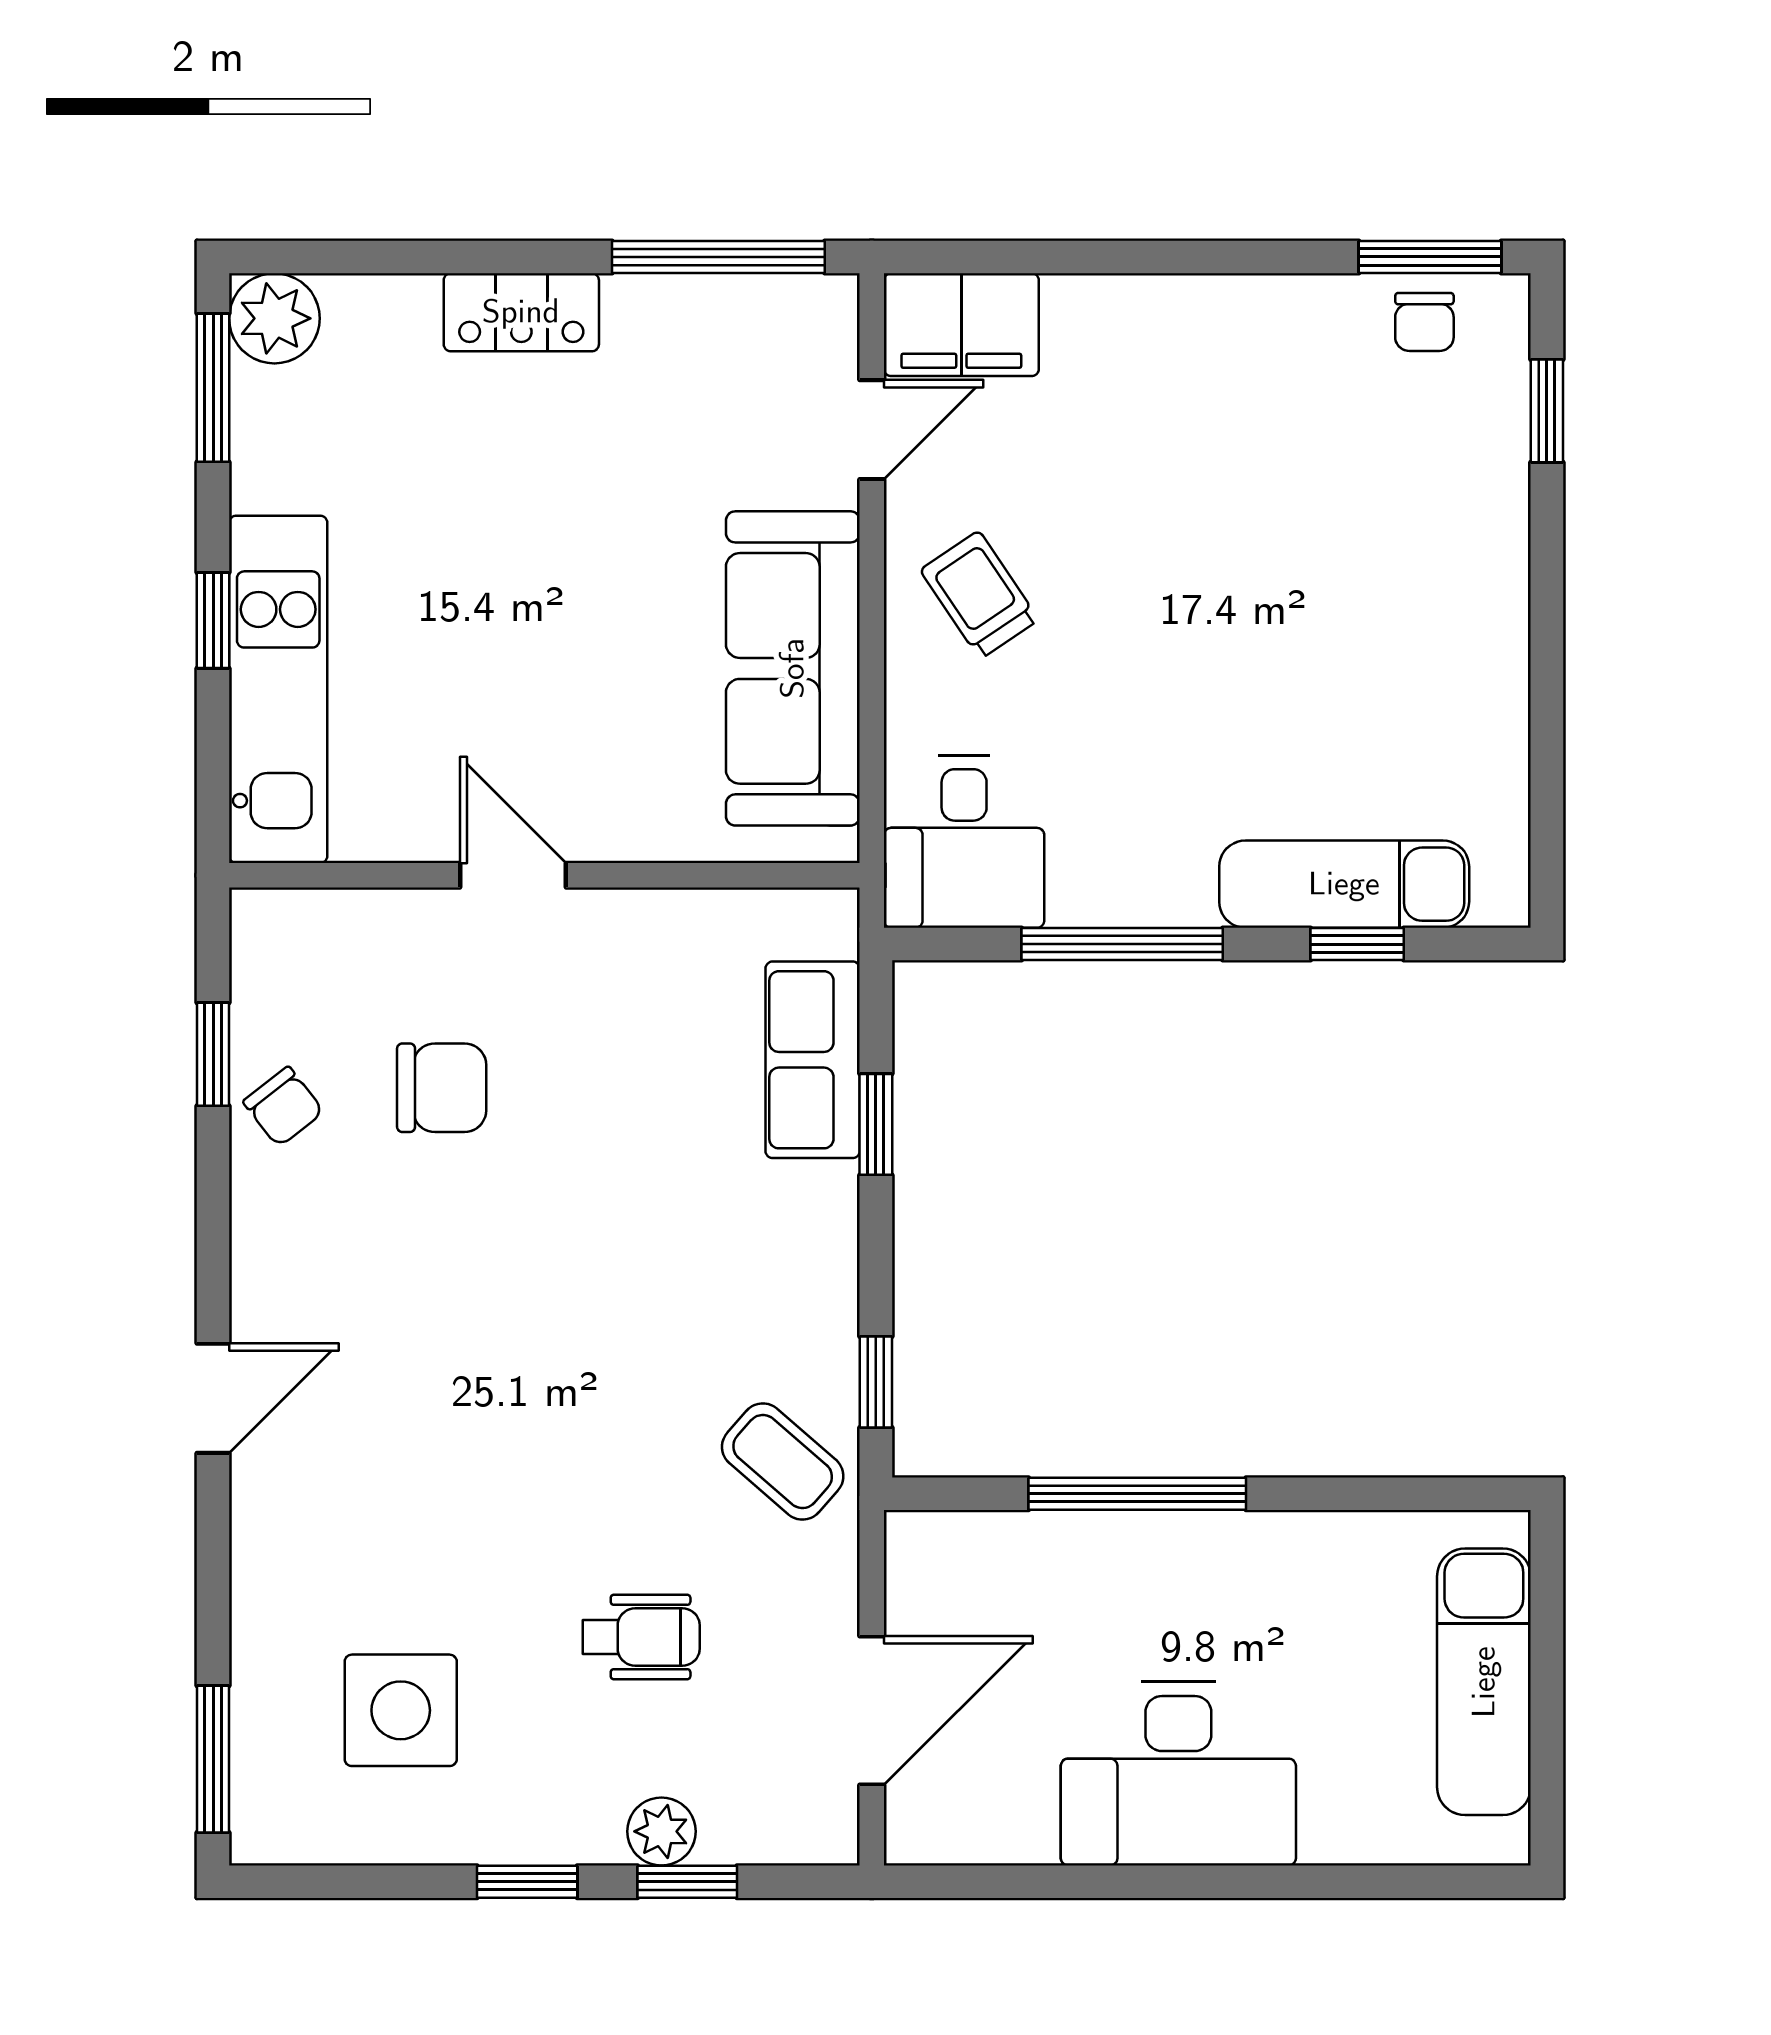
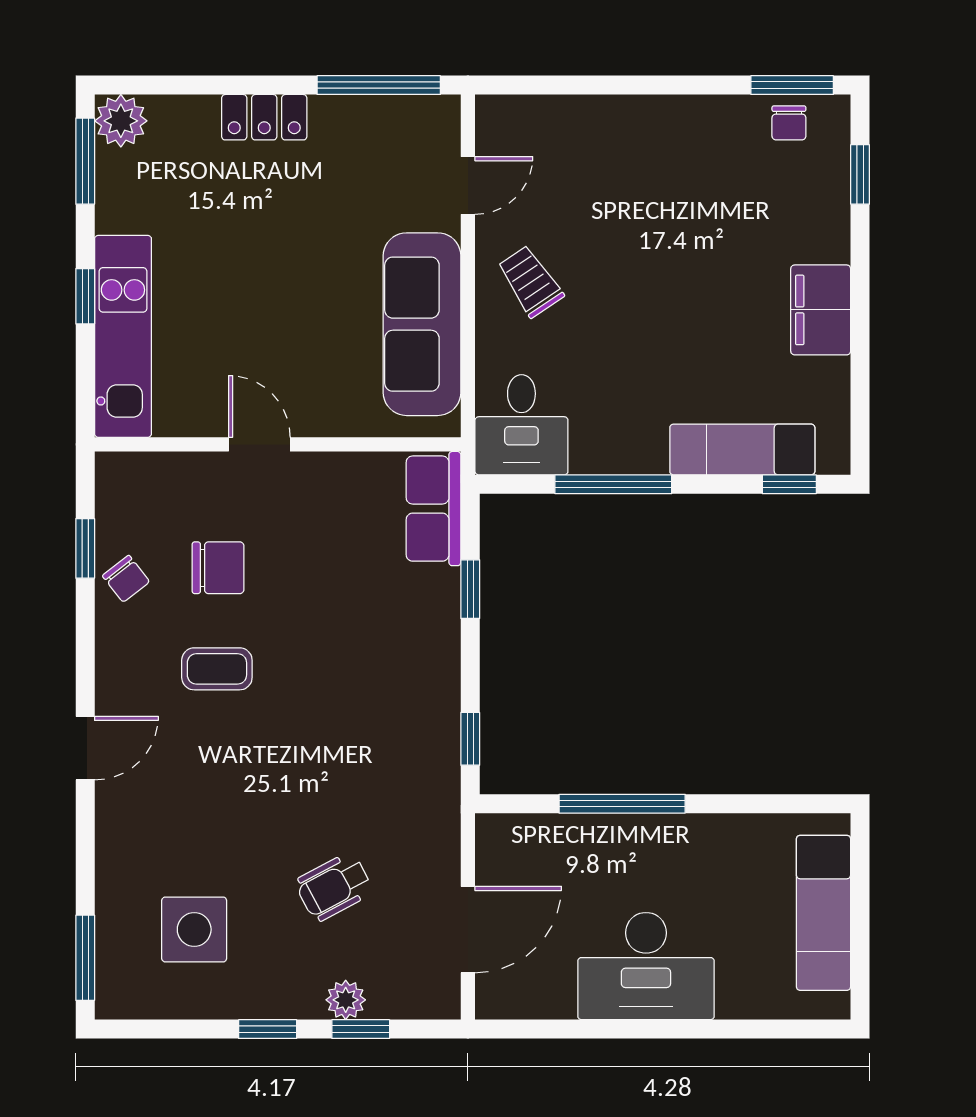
filing cabinet: (961, 325) -> (821, 310), moved, turned 90
window: (1357, 944) -> (789, 484), moved
row of seats: (813, 1060) -> (434, 509), moved
coffee table: (783, 1462) -> (217, 669), moved, turned -41
wheelchair: (641, 1637) -> (334, 887), turned 152

